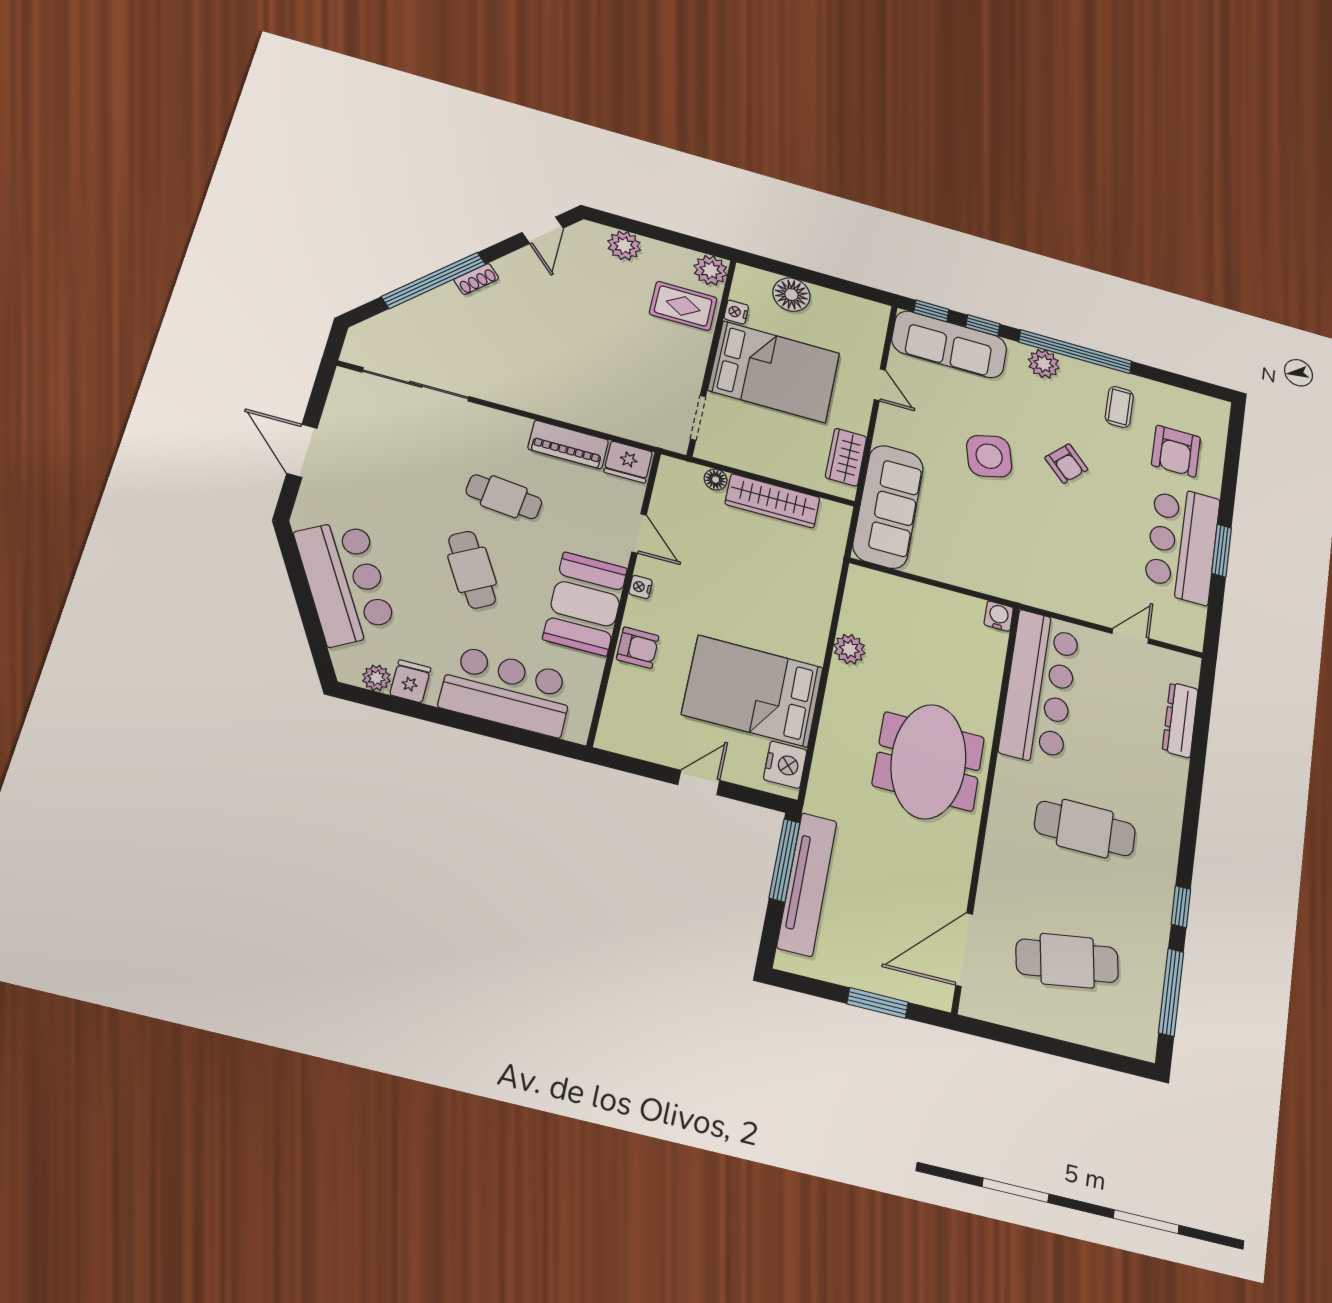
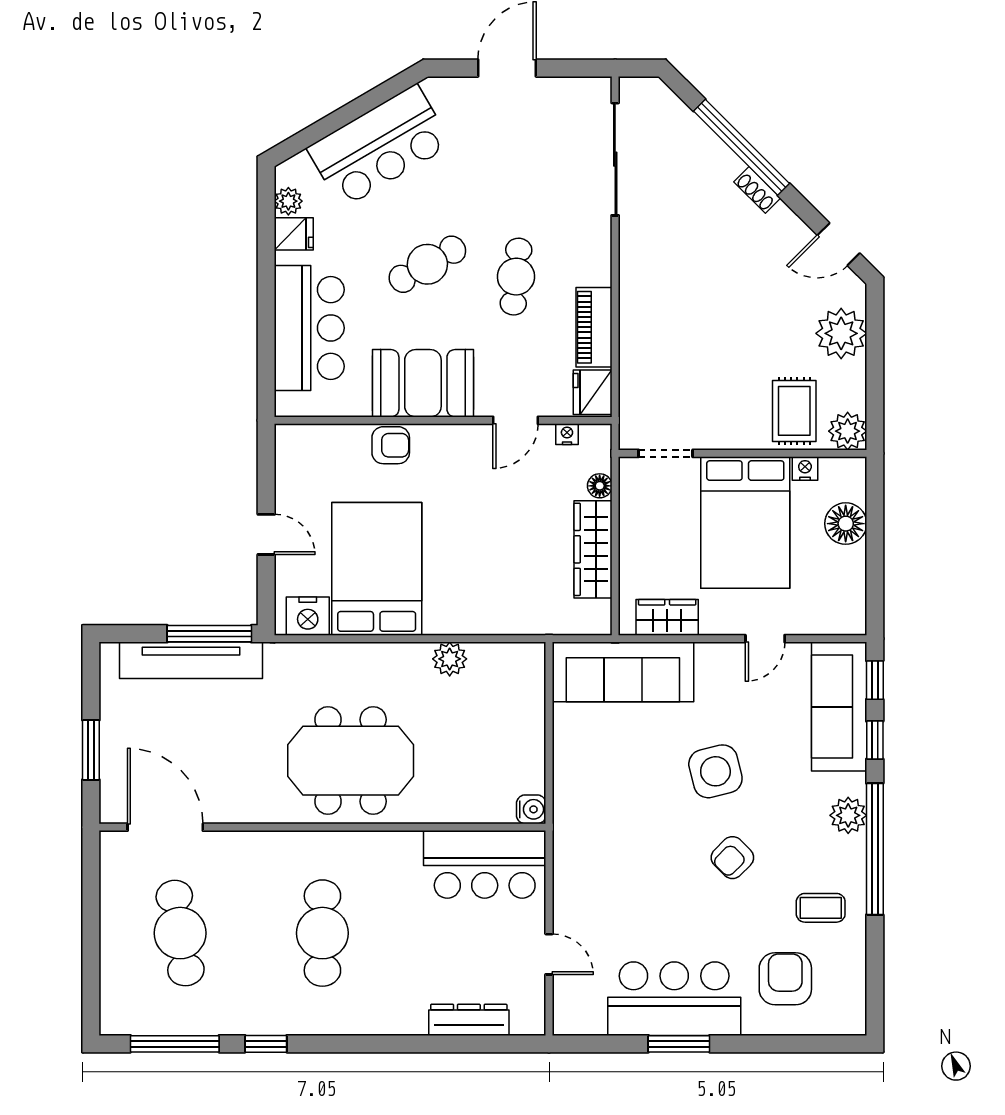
plant: (624, 246) -> (841, 333), width x1.36, depth x1.36
armchair: (1176, 451) -> (785, 979), turned 90
nightstand: (640, 587) -> (567, 434), moved
armchair: (638, 648) -> (391, 445), turned -90
bar counter: (1040, 688) -> (485, 864), width x0.73

